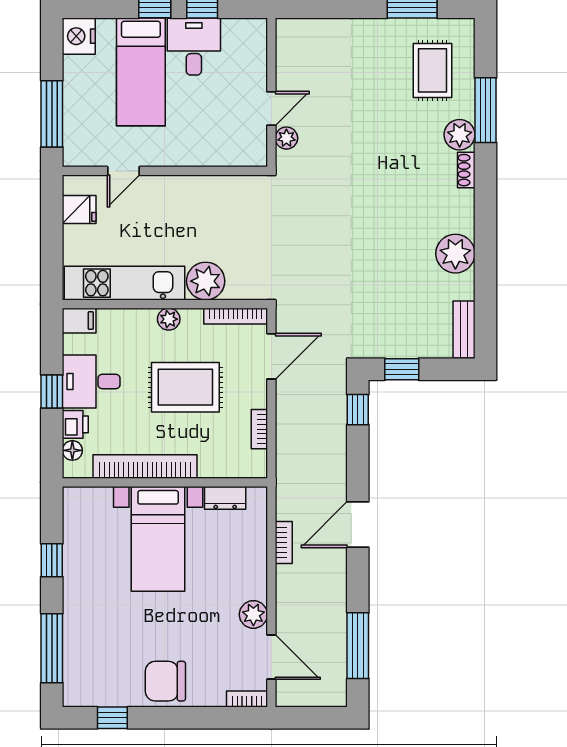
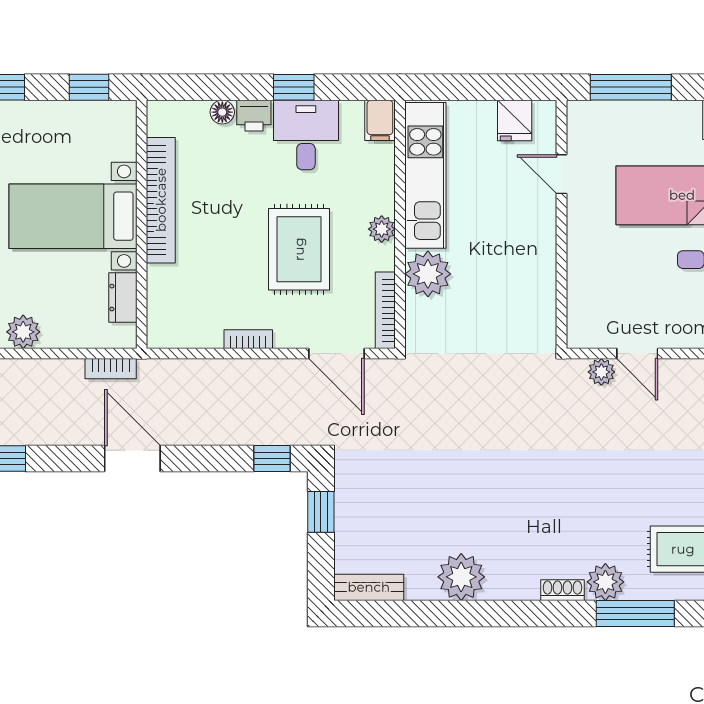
bookcase: (145, 467) -> (161, 200), moved
wall: (165, 482) -> (142, 224), moved
dresser: (225, 498) -> (123, 298), moved
bed with nightstands: (158, 539) -> (73, 216), moved

